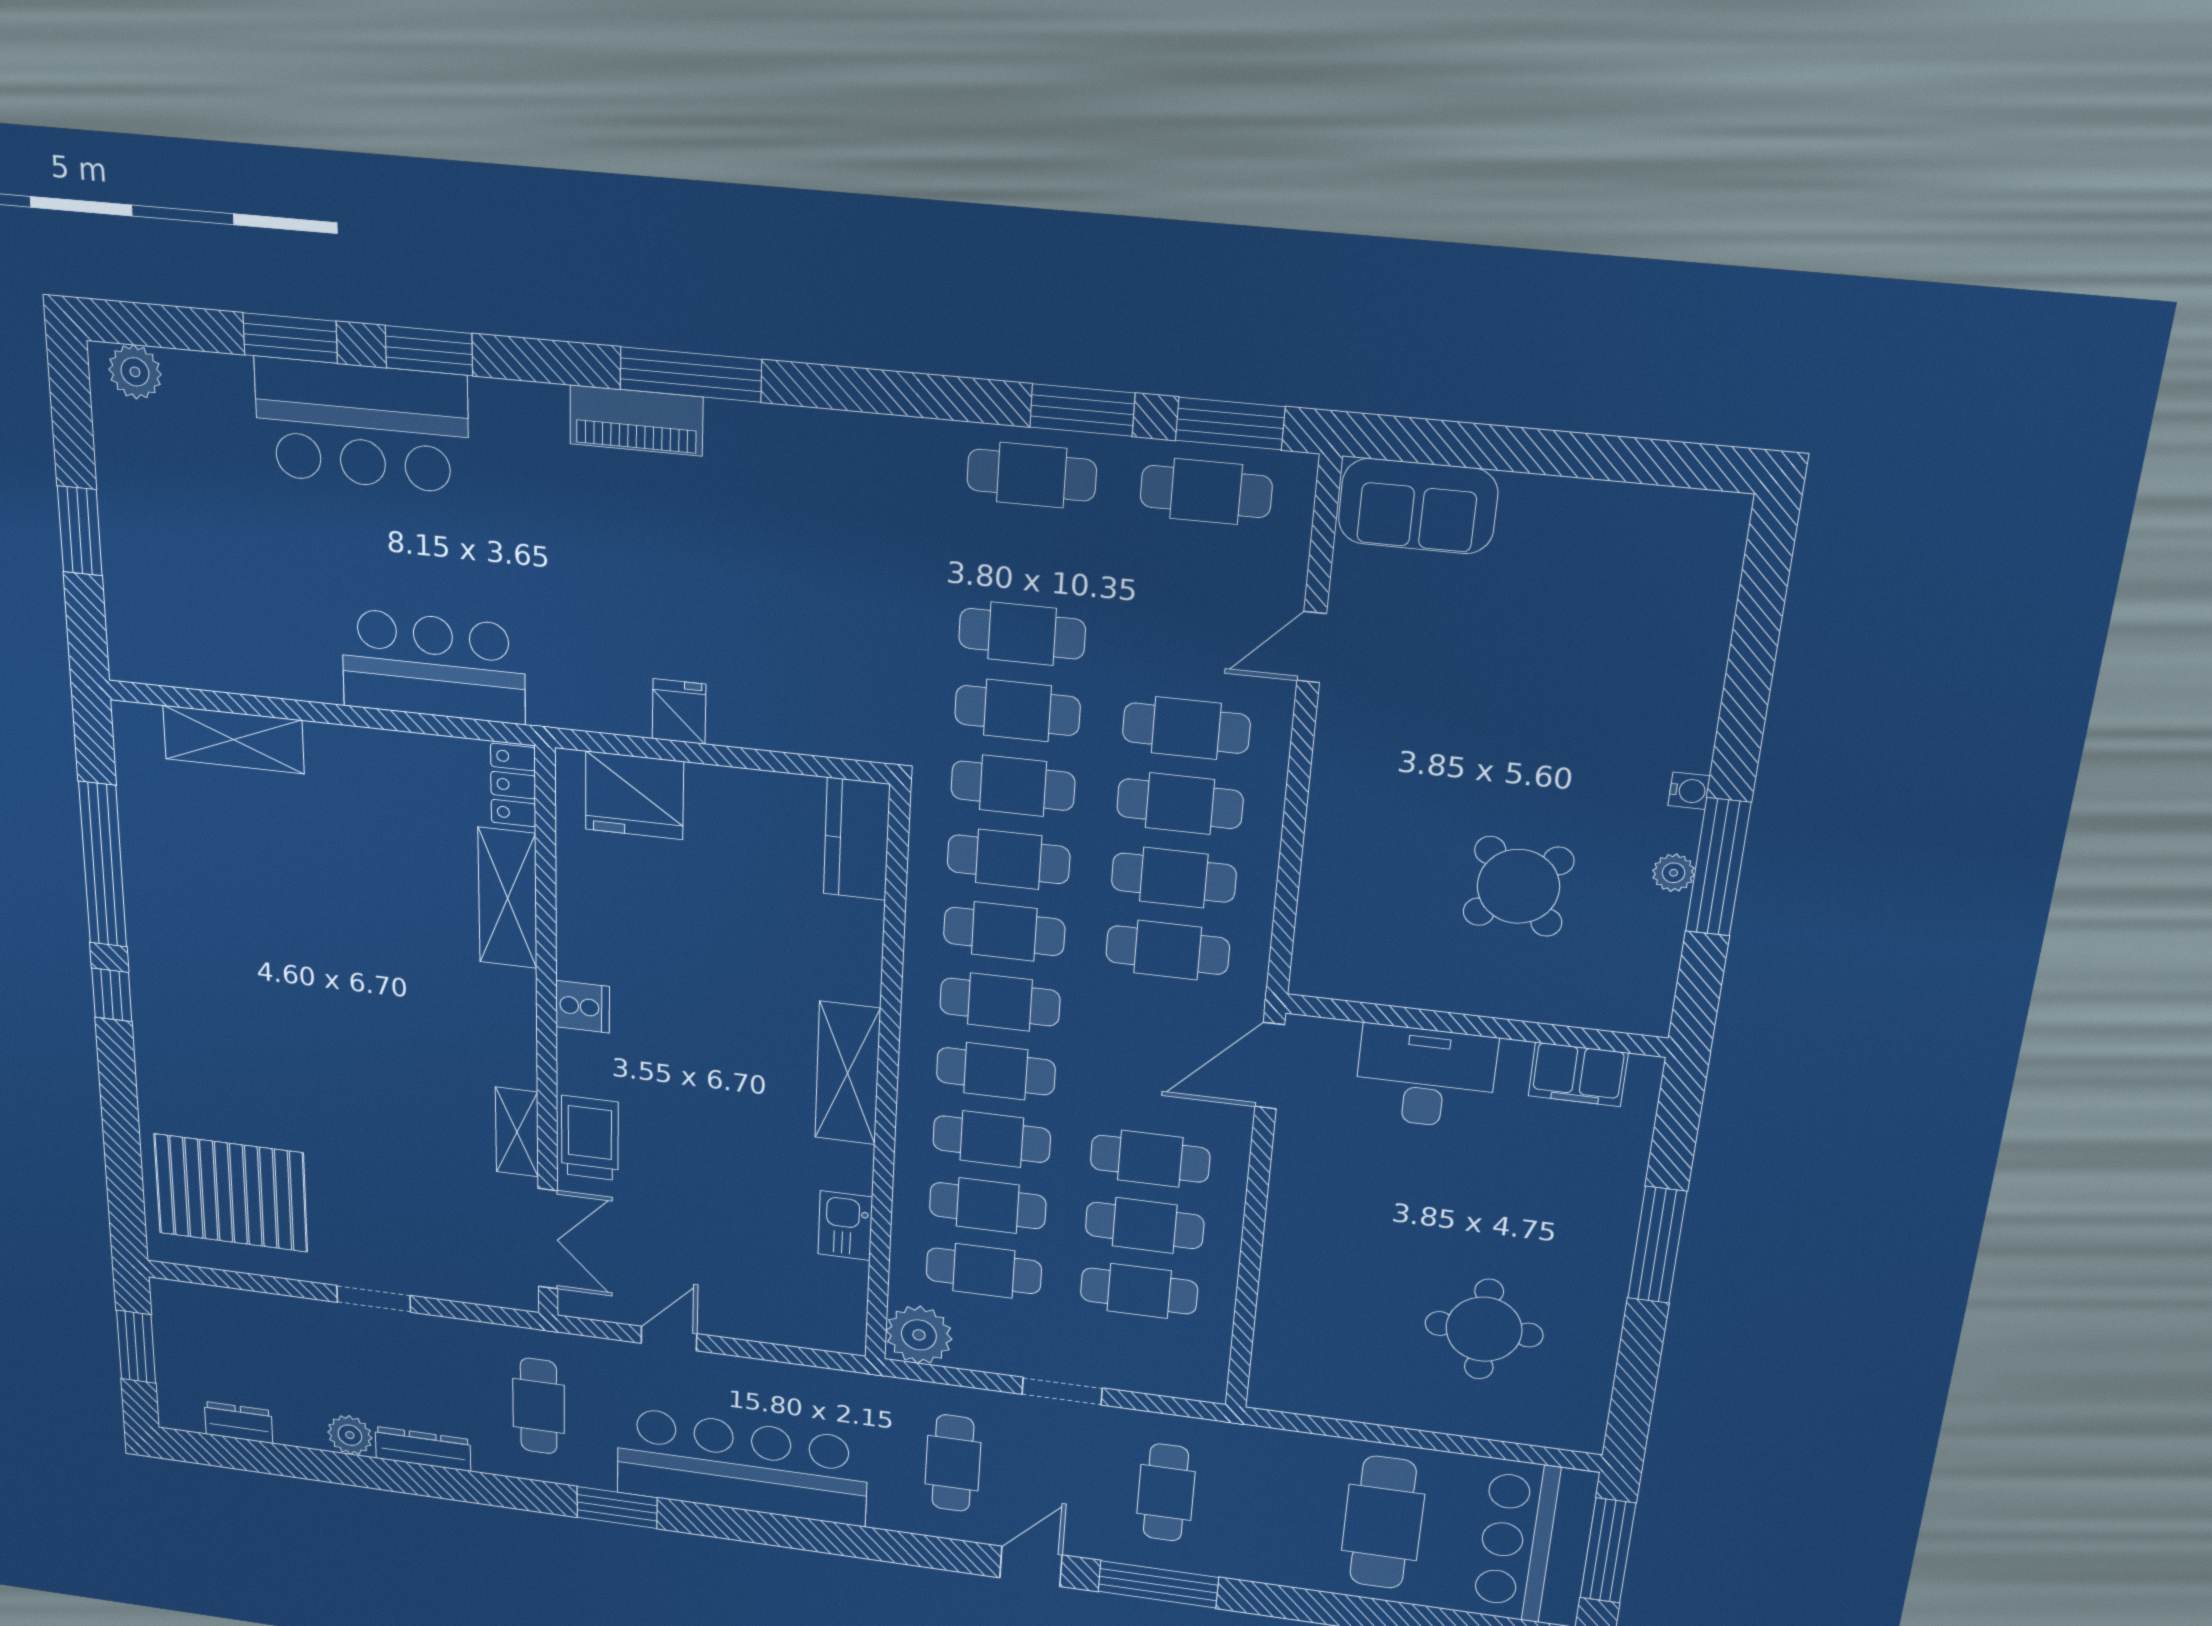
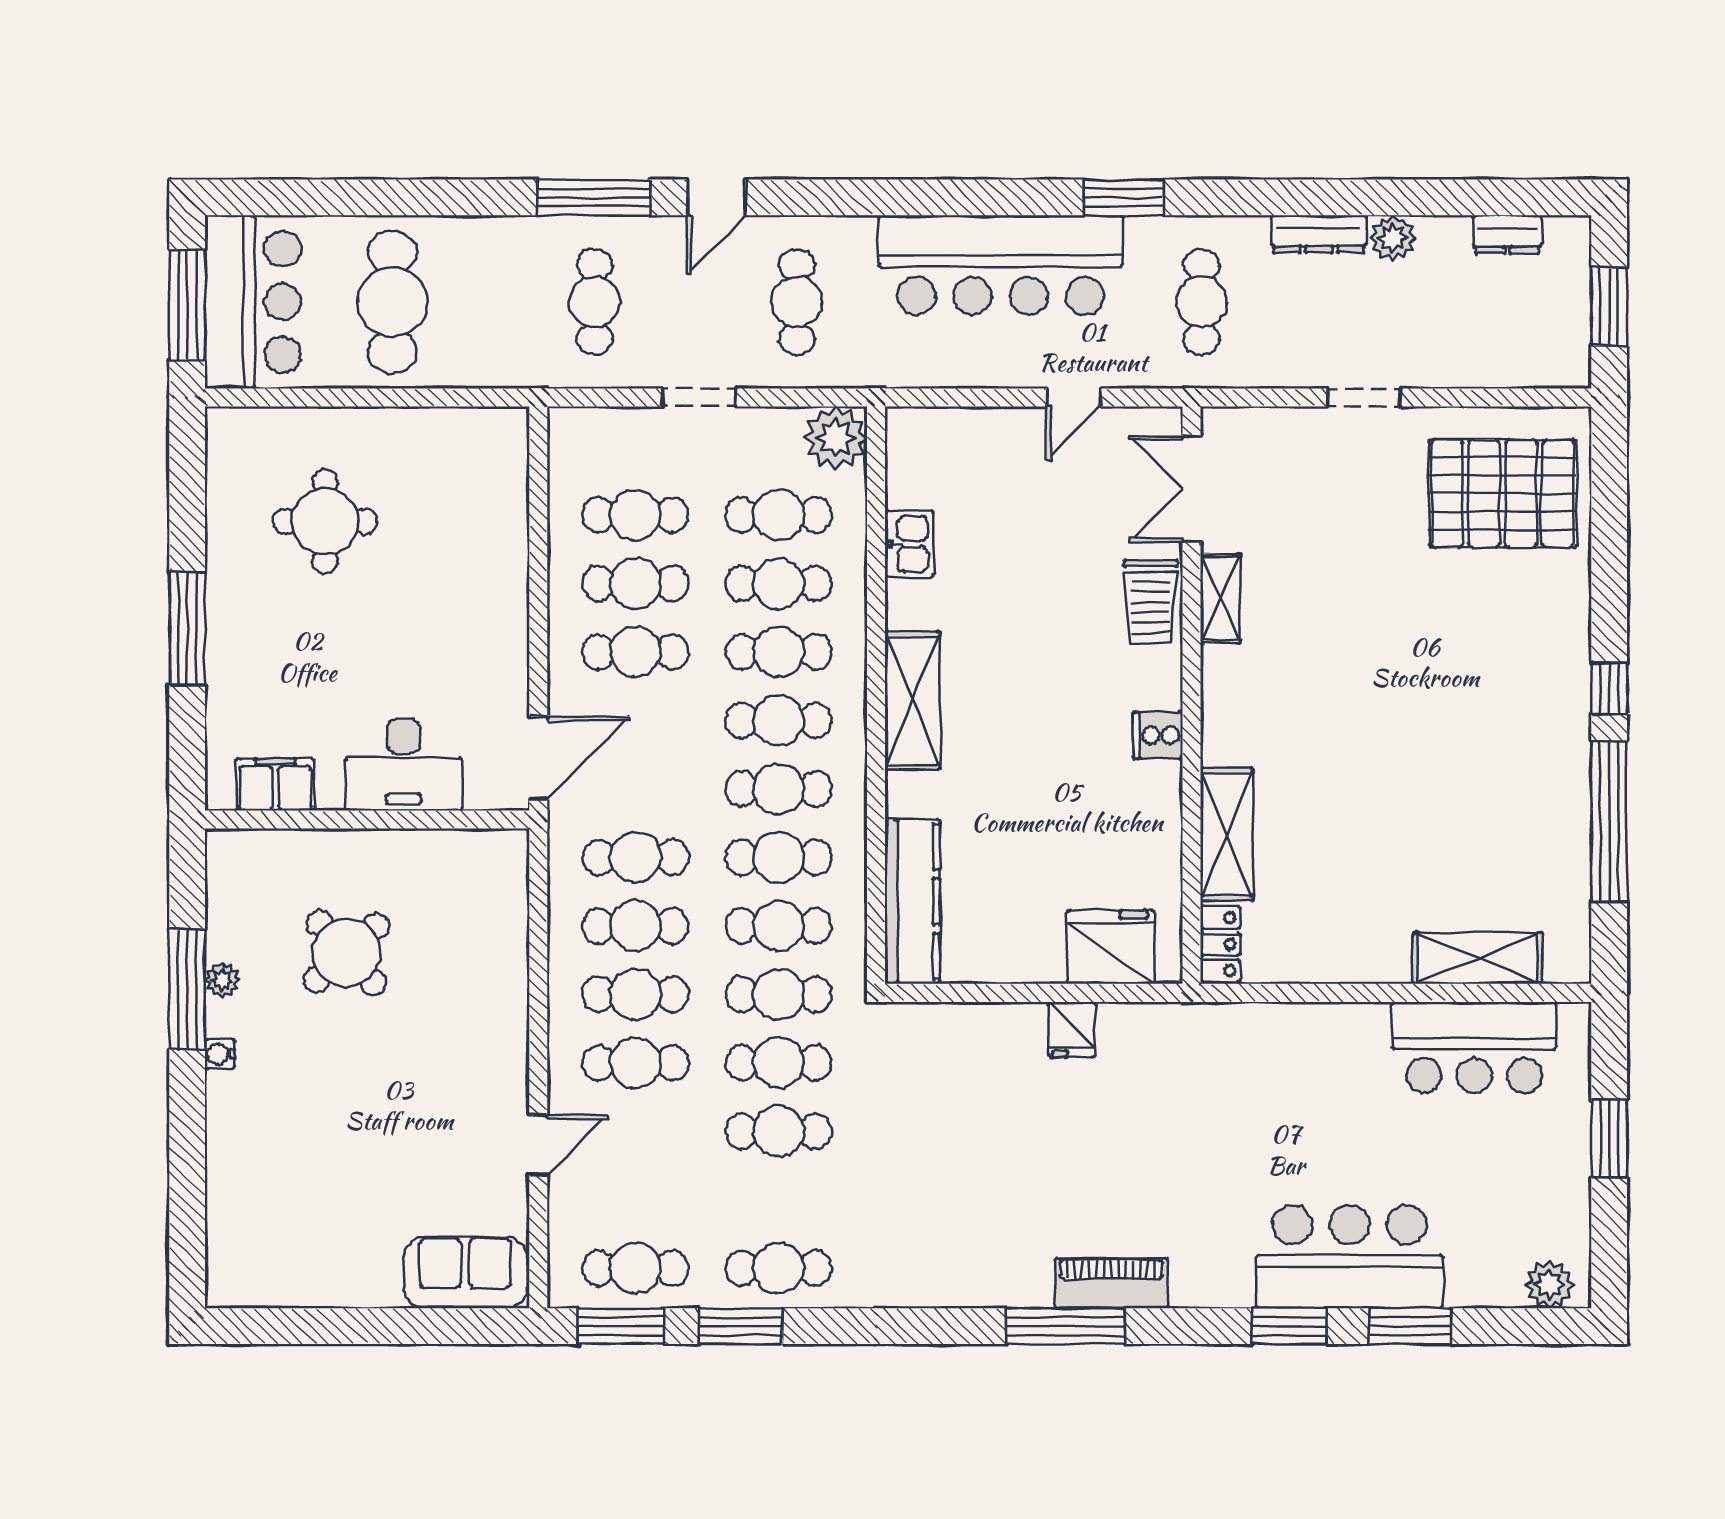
bar counter: (433, 666) -> (1474, 1047), moved
kitchen counter: (857, 839) -> (912, 901), width x1.50

